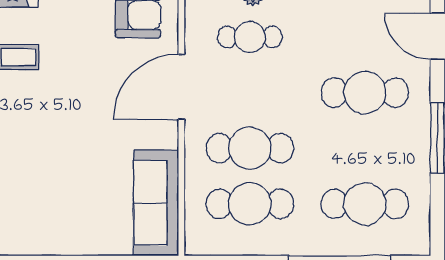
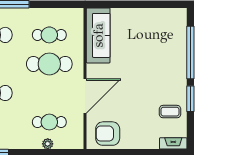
cafe table: (250, 204) -> (49, 35), width x0.73, depth x0.74

